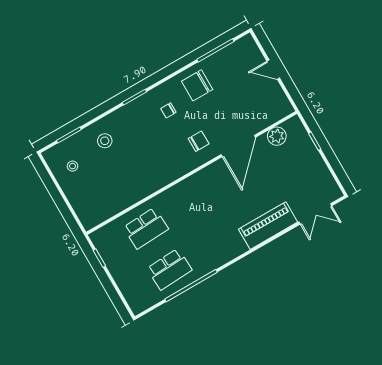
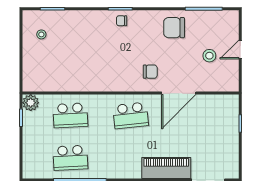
door: (273, 70) -> (240, 50), hinge flipped
chair: (168, 110) -> (122, 21), moved
plant: (277, 136) -> (31, 103), moved
stool: (105, 141) -> (209, 56), moved
school desk: (204, 195) -> (131, 115), added

